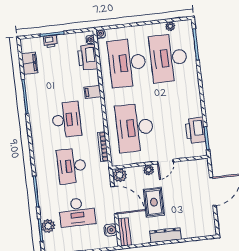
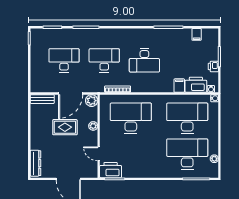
printer: (50, 41) -> (213, 66), moved
filing cabinet: (30, 63) -> (197, 34), width x0.50
filing cabinet: (93, 92) -> (179, 86), moved
printer: (195, 130) -> (111, 170), moved
door: (165, 162) -> (99, 154), moved
desk: (77, 212) -> (64, 60), turned 90
plant: (48, 226) -> (55, 34), removed
water cooler: (110, 230) -> (45, 87), removed
dresser: (165, 235) -> (35, 163), moved

